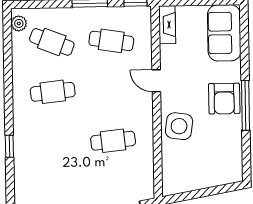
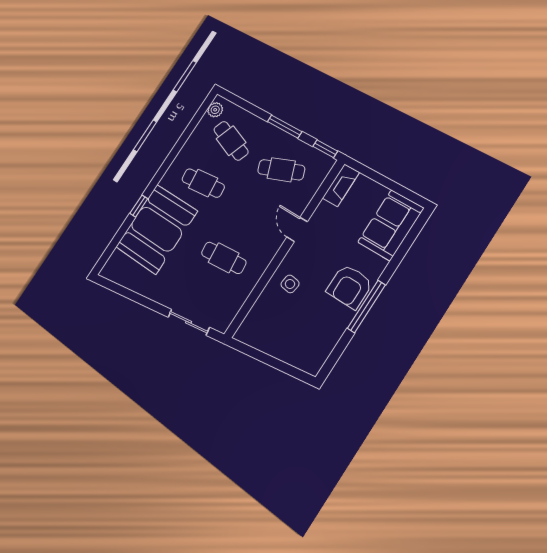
cafe table: (111, 41) -> (281, 170), turned -30
side table: (179, 126) -> (290, 284), width x0.54, depth x0.54
booth: (39, 155) -> (156, 229), added

